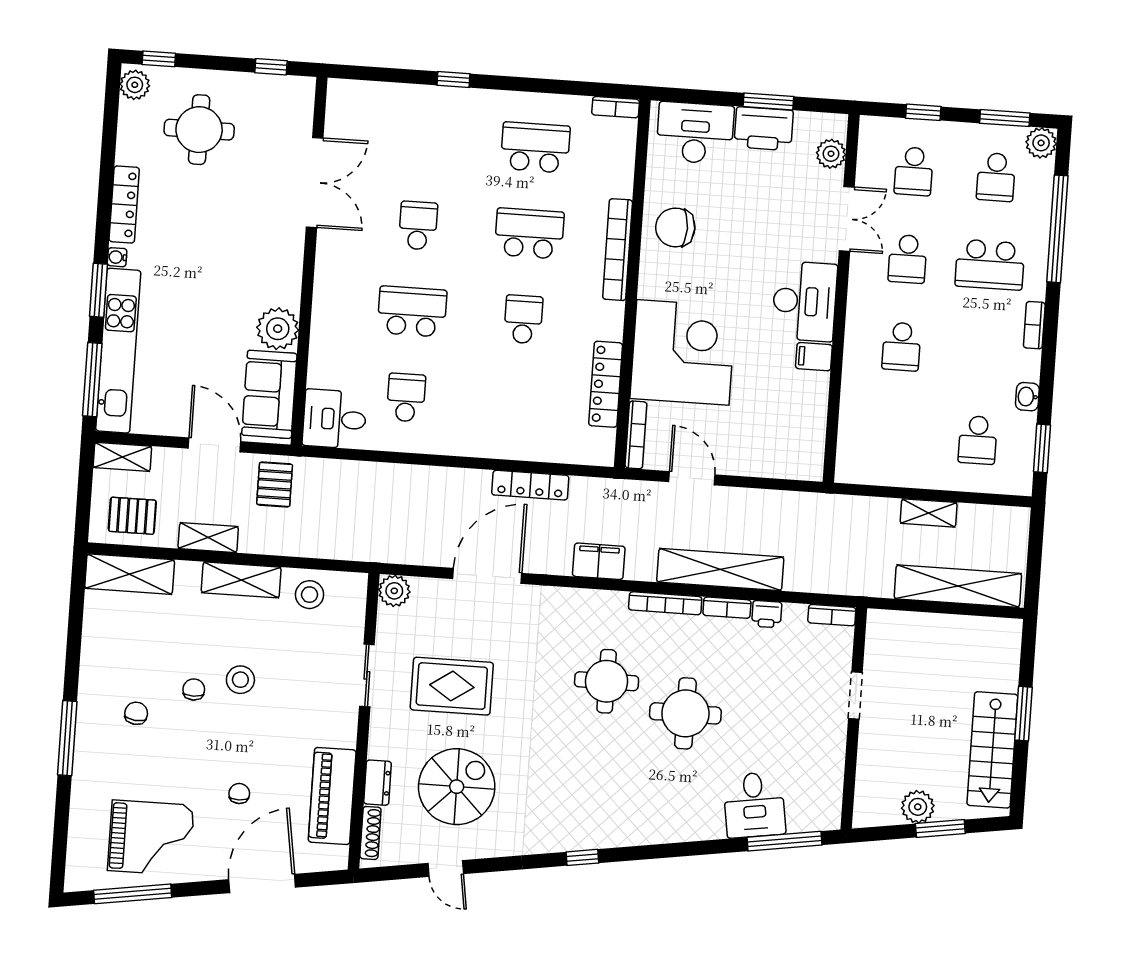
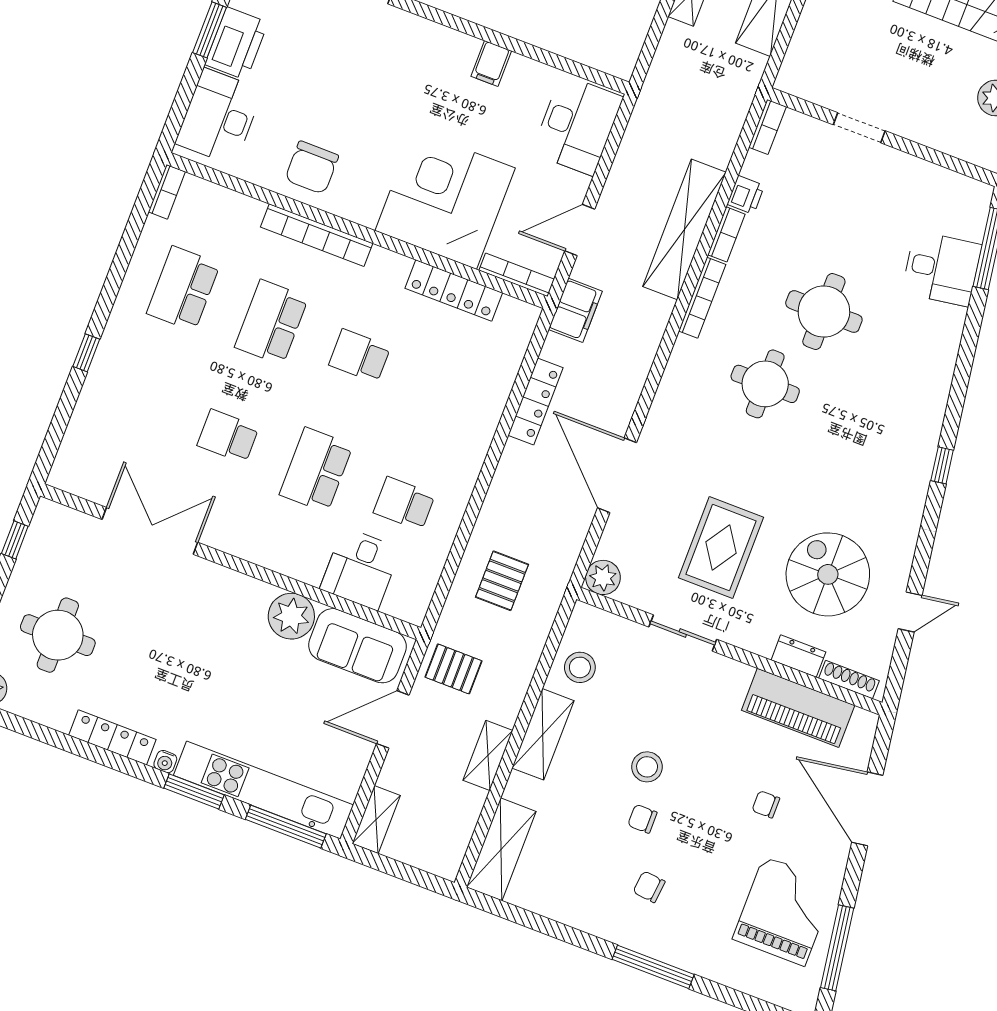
desk: (805, 301) -> (577, 125), moved, turned 90
desk: (335, 419) -> (360, 569), moved
pallet: (132, 516) -> (502, 581), moved
filing cabinet: (599, 561) -> (575, 310), moved, turned 180

